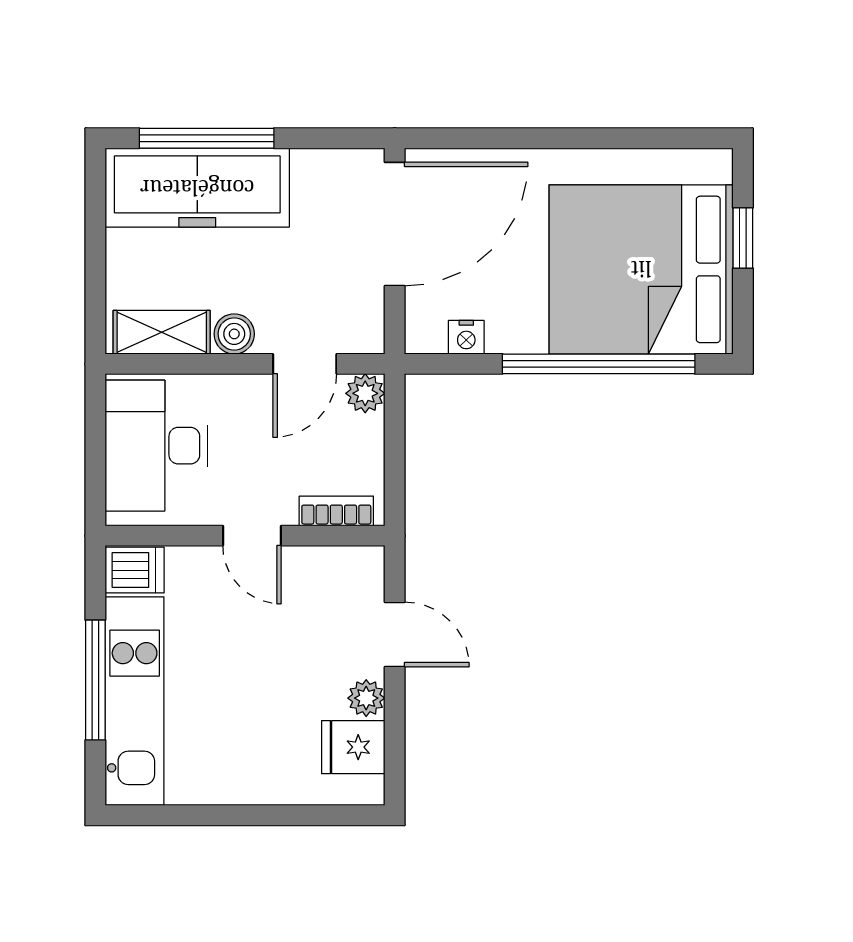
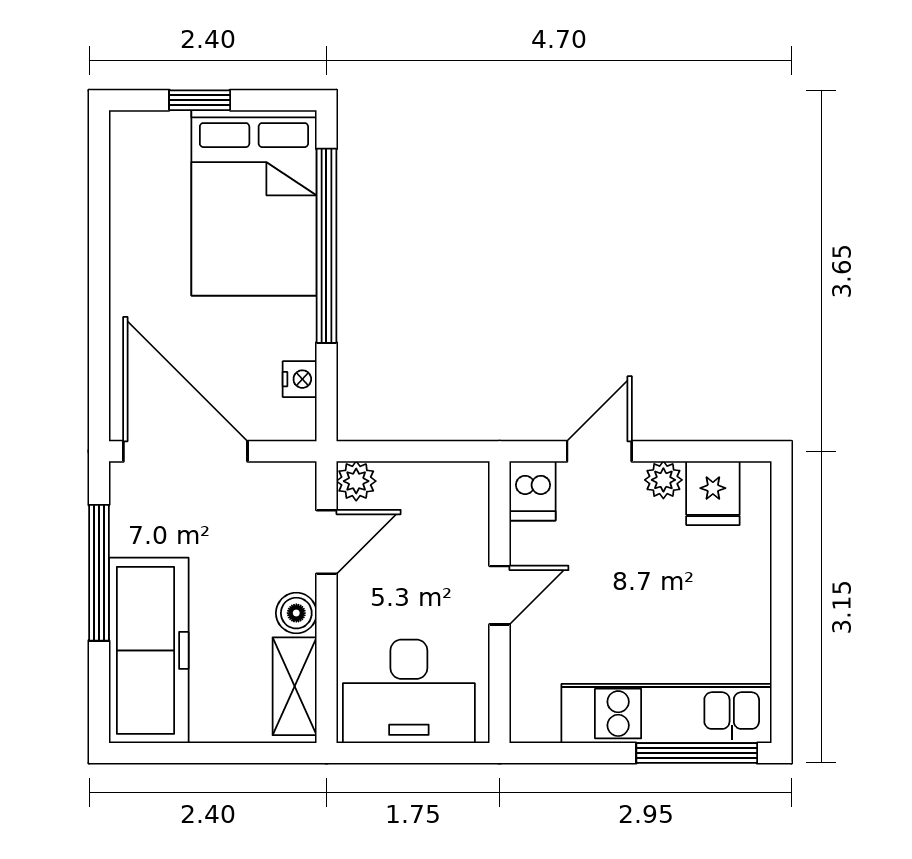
window: (207, 138) -> (99, 573), moved
bed: (641, 269) -> (254, 203), width x0.73
door: (305, 364) -> (326, 542), hinge flipped
bookcase: (336, 511) -> (475, 510), removed
dishwasher: (135, 570) -> (533, 491), moved, turned 180
window: (95, 680) -> (697, 753), moved

